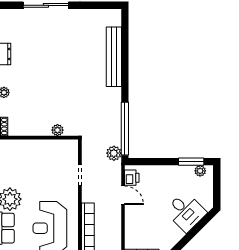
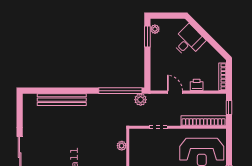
printer: (132, 178) -> (197, 85), moved
door: (123, 195) -> (175, 92), hinge flipped

